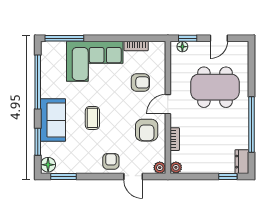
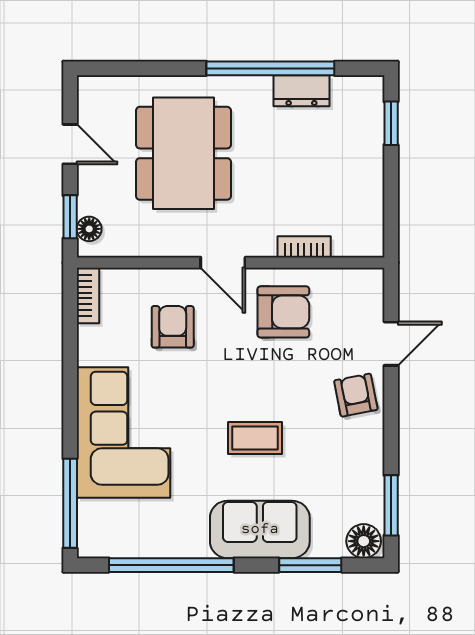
bookcase: (136, 46) -> (88, 295), moved
armchair: (111, 161) -> (356, 395), turned 79
dresser: (242, 162) -> (301, 91), moved
plant: (176, 167) -> (370, 244), removed
plant: (160, 168) -> (370, 282), removed

